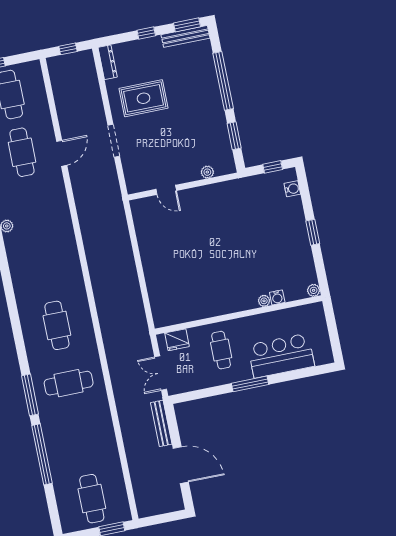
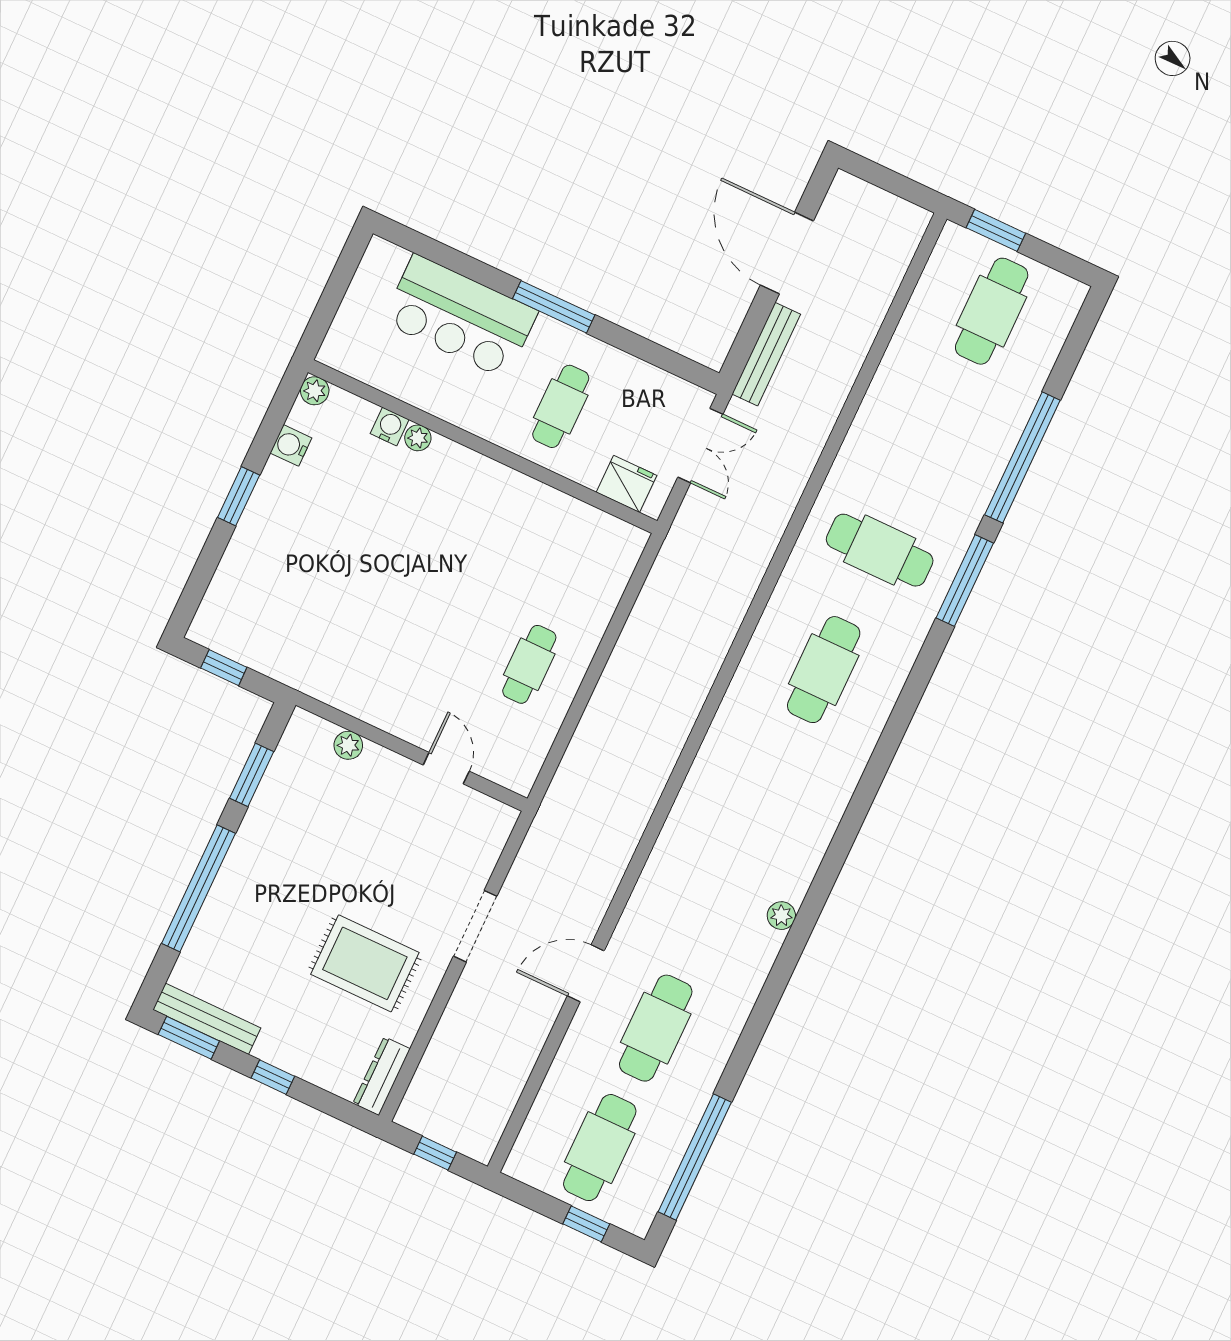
water cooler: (292, 189) -> (291, 445), moved
cafe table: (164, 249) -> (529, 664), added

